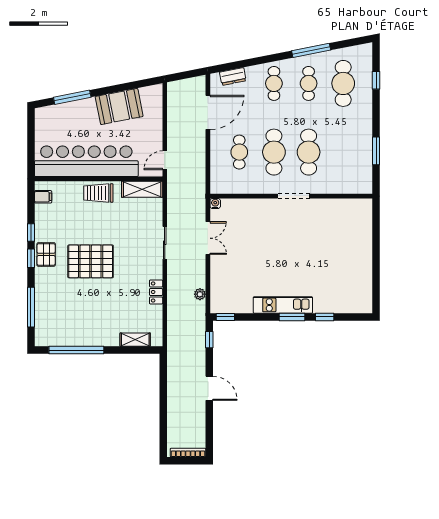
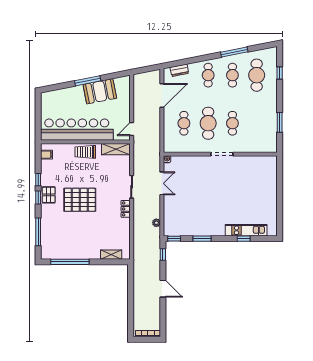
window: (72, 97) -> (88, 81), moved
cafe table: (309, 152) -> (232, 123), width x0.73, depth x0.74
locker: (156, 292) -> (126, 209), moved
kitchen unit: (283, 305) -> (246, 230), moved
window: (292, 317) -> (202, 239), moved

